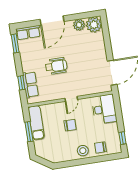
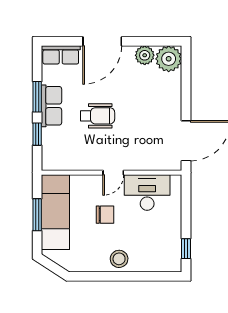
window: (15, 43) -> (37, 97), moved
row of seats: (31, 85) -> (51, 106), moved
desk: (104, 109) -> (147, 193), moved, turned -90
exam couch: (36, 123) -> (55, 212), width x1.36, depth x1.45
chair: (100, 147) -> (148, 258), removed

